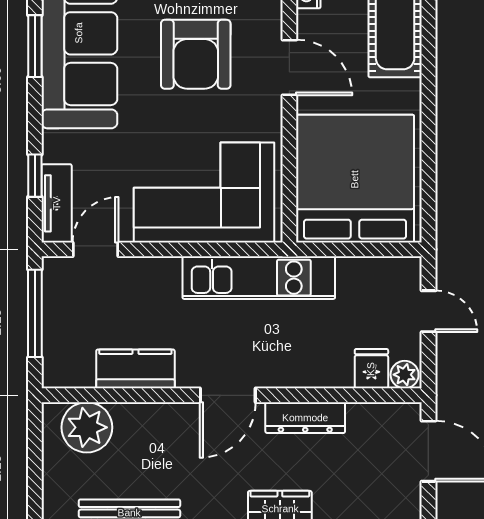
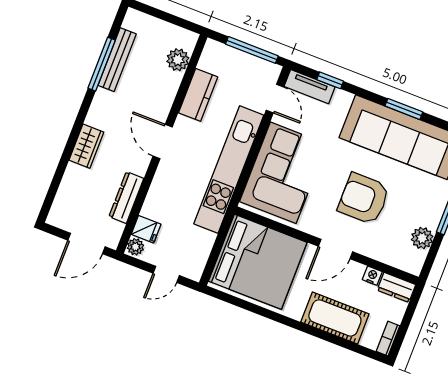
kitchen unit: (259, 278) -> (229, 169), width x1.36
dresser: (305, 418) -> (126, 197), moved
plant: (87, 427) -> (178, 60), width x0.73, depth x0.73

